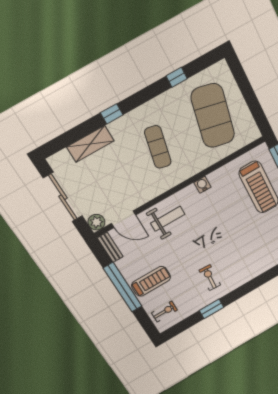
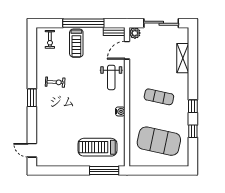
window: (112, 114) -> (193, 106), moved
window: (211, 309) -> (32, 98), moved

